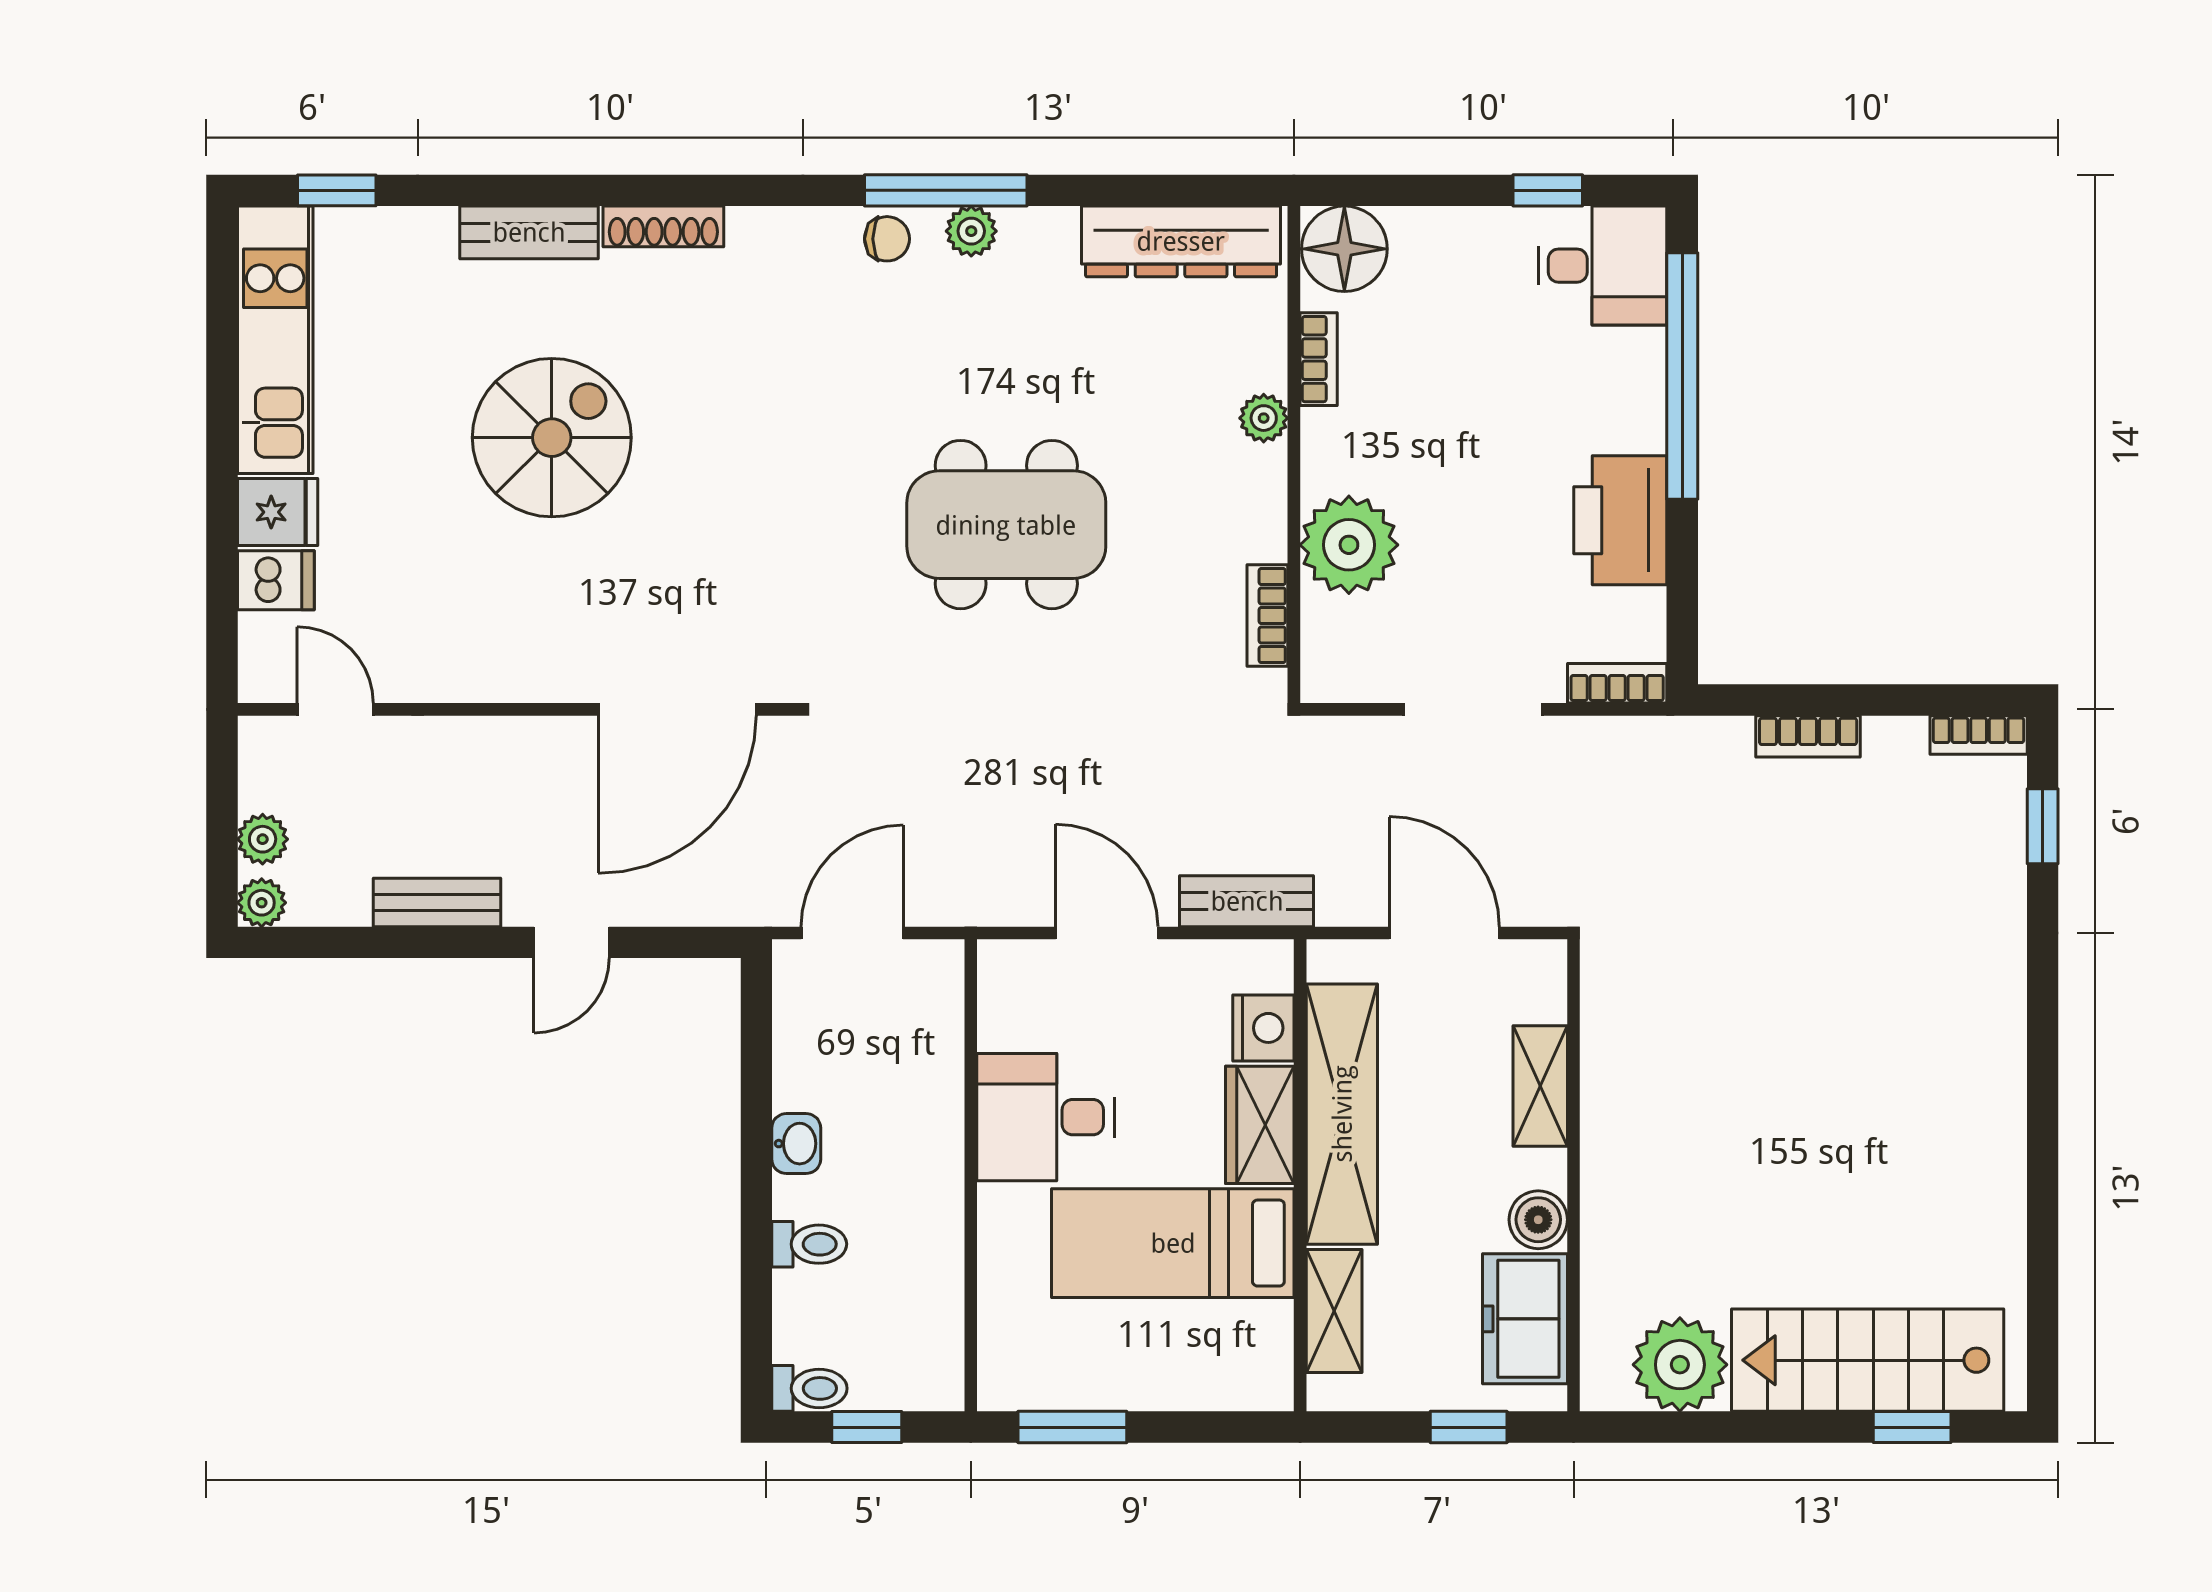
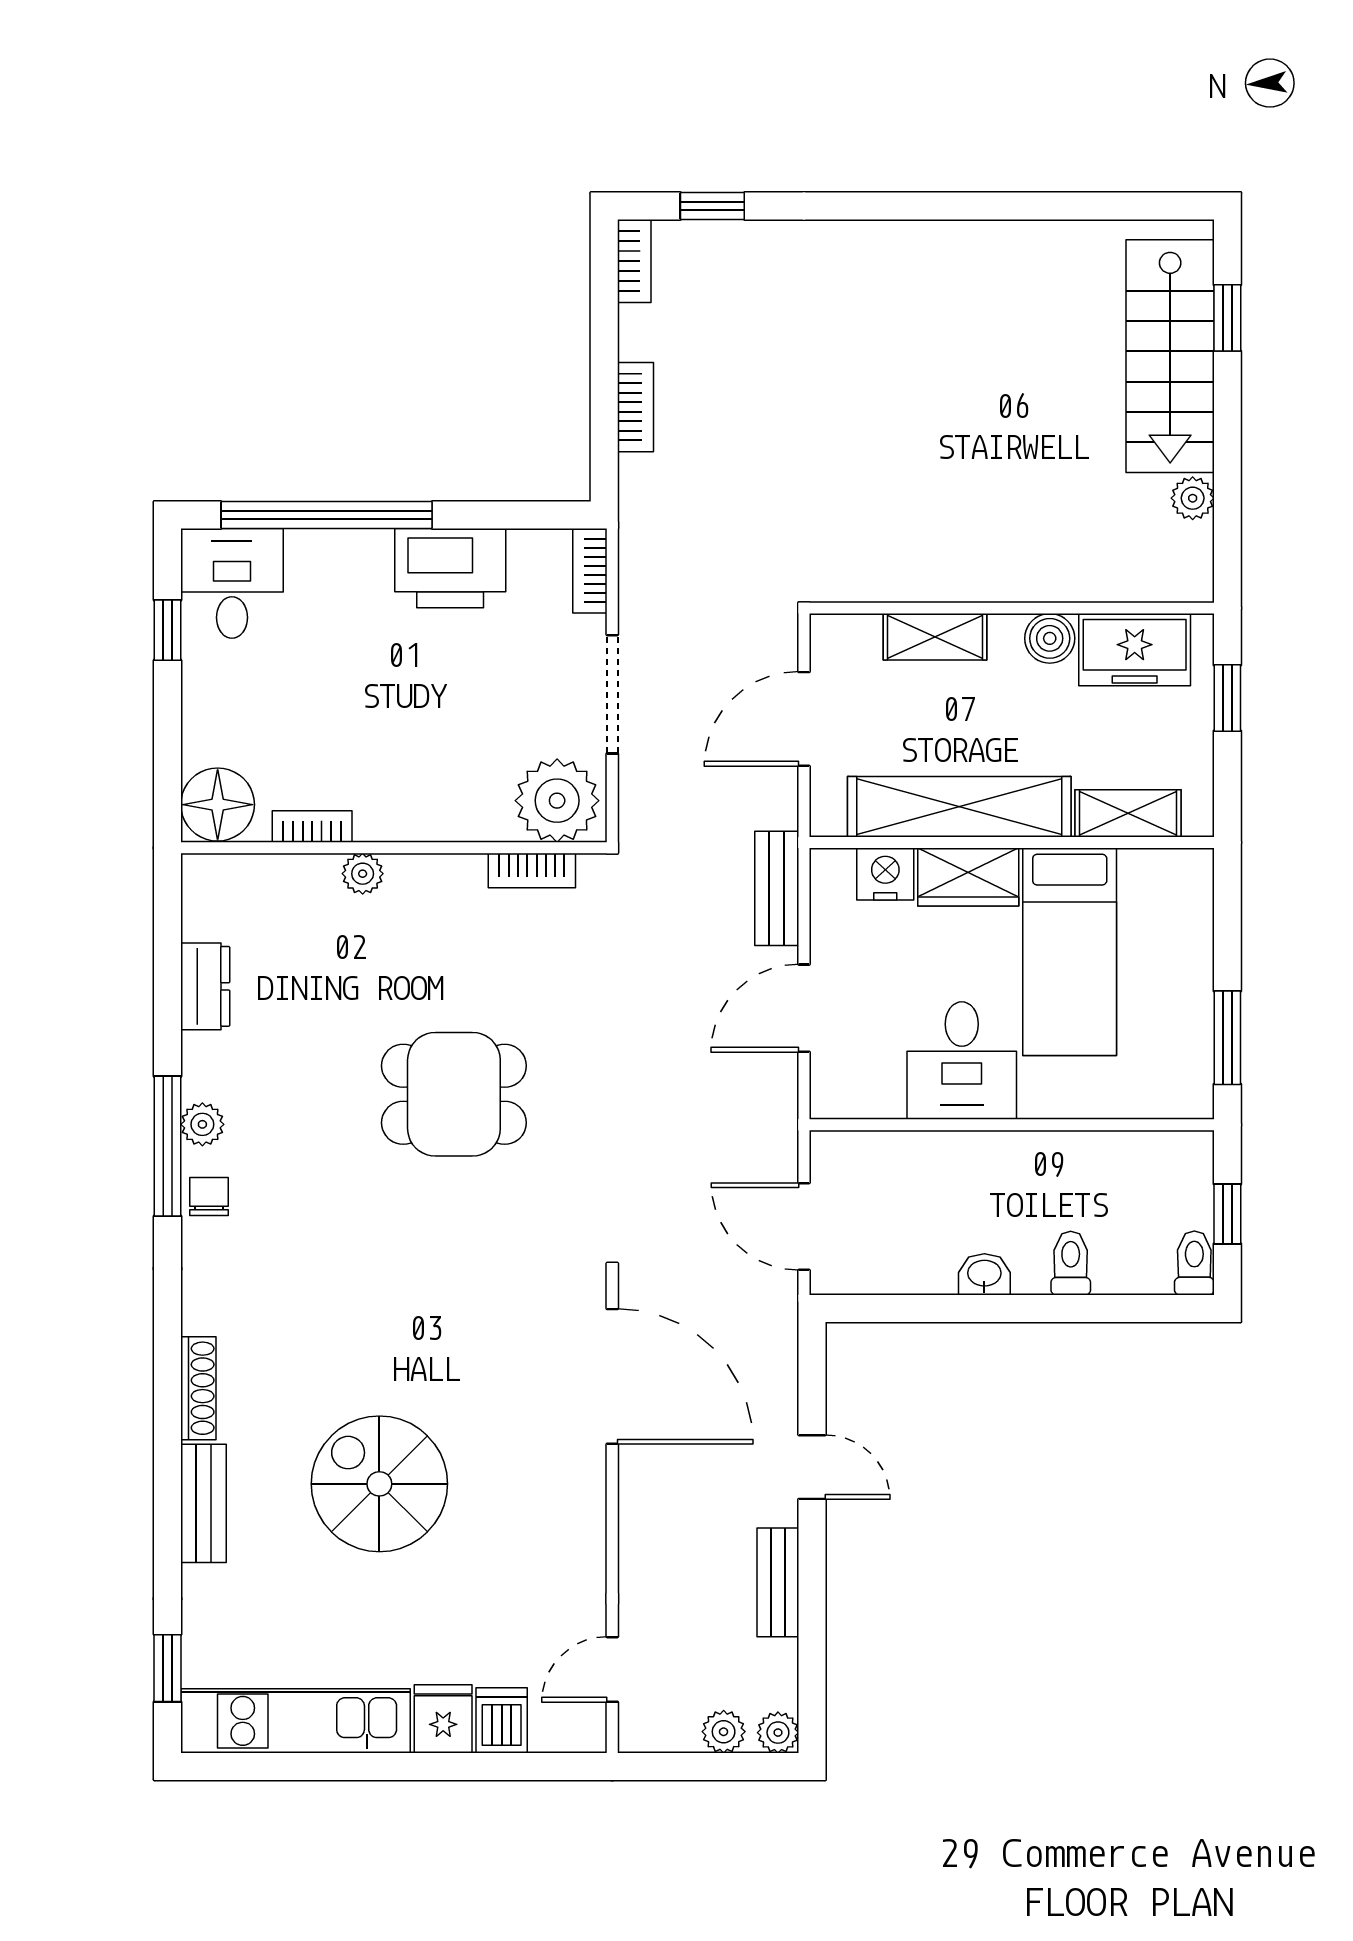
dresser: (1181, 241) -> (205, 986), width x0.51, depth x0.80
dining table: (1006, 525) -> (454, 1094), width x0.73
plant: (1349, 545) -> (557, 801), moved
plant: (1680, 1365) -> (1193, 498), width x0.53, depth x0.53

